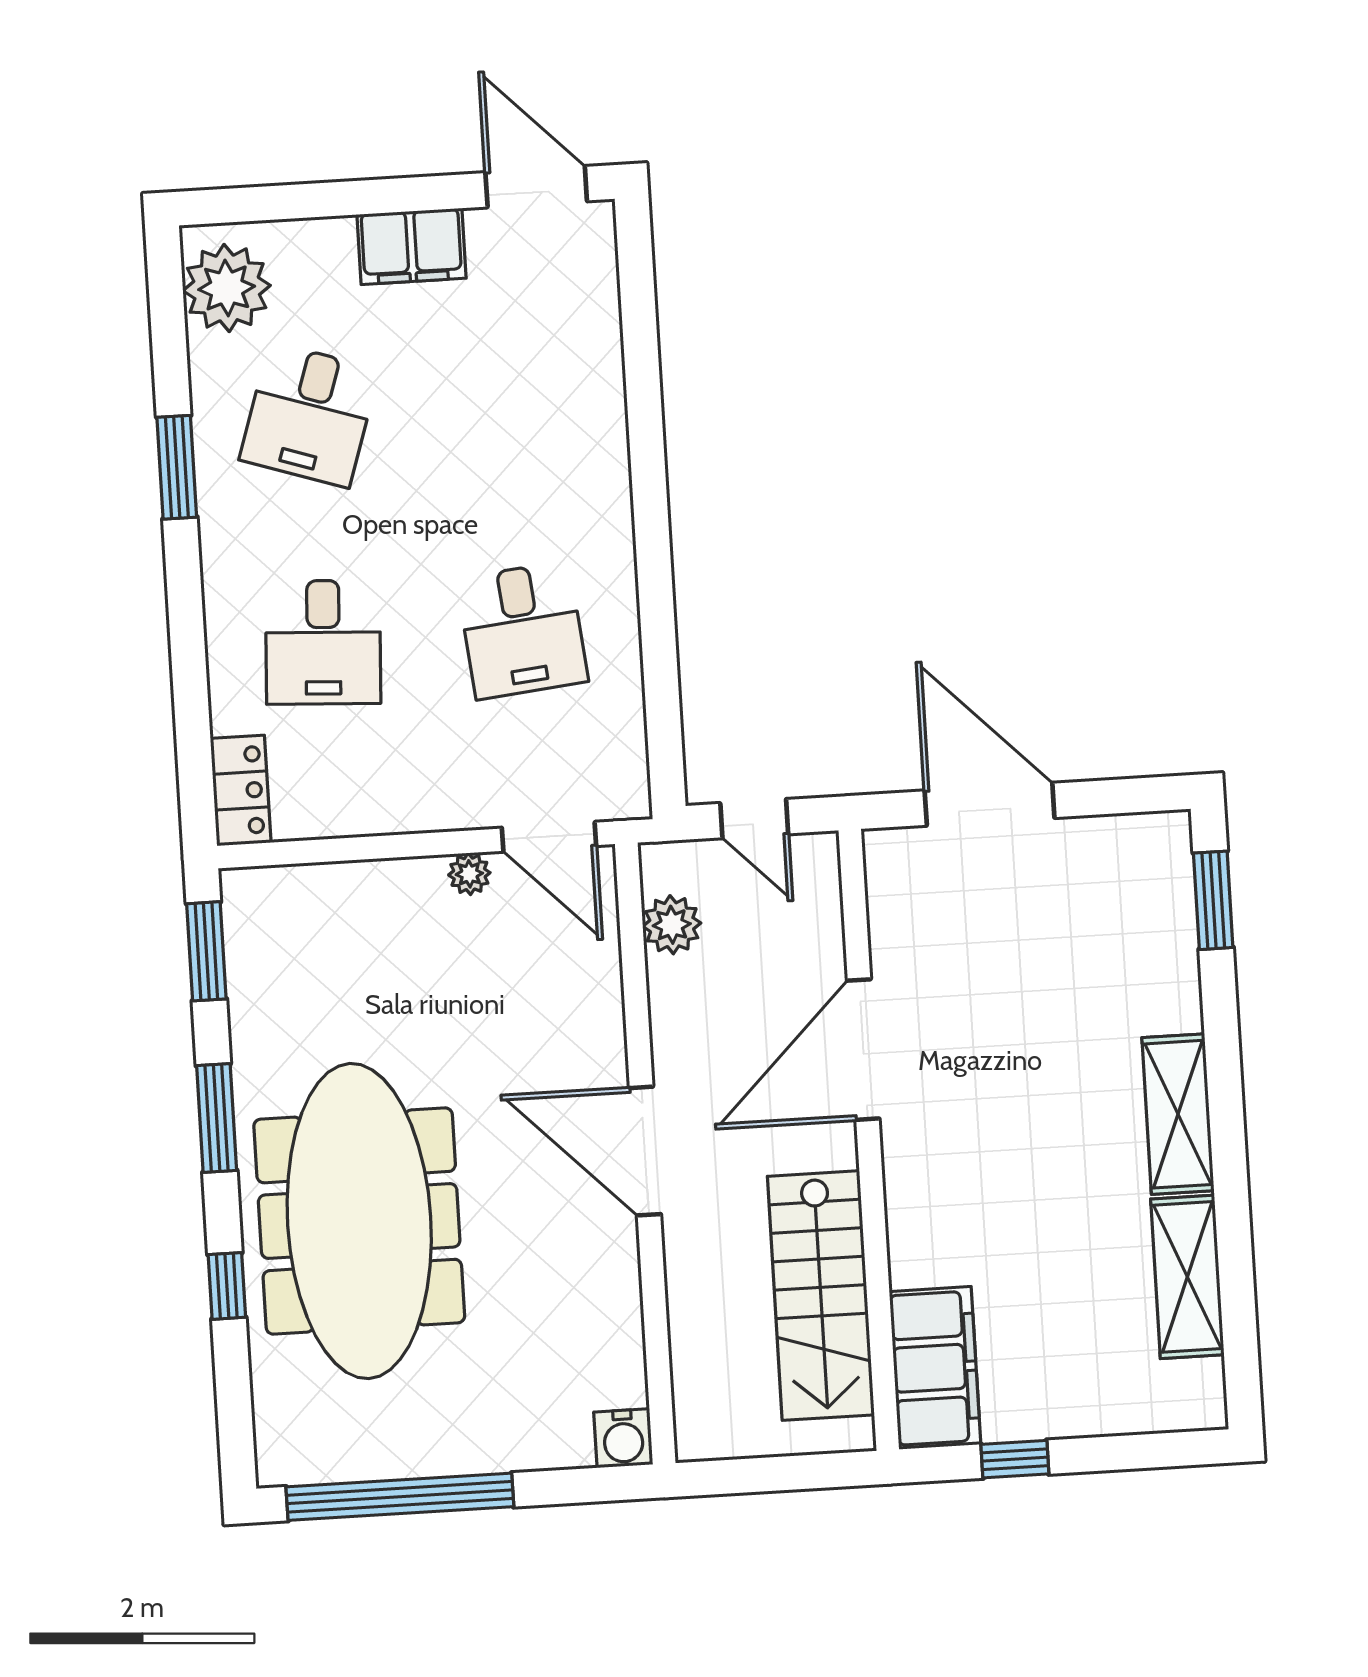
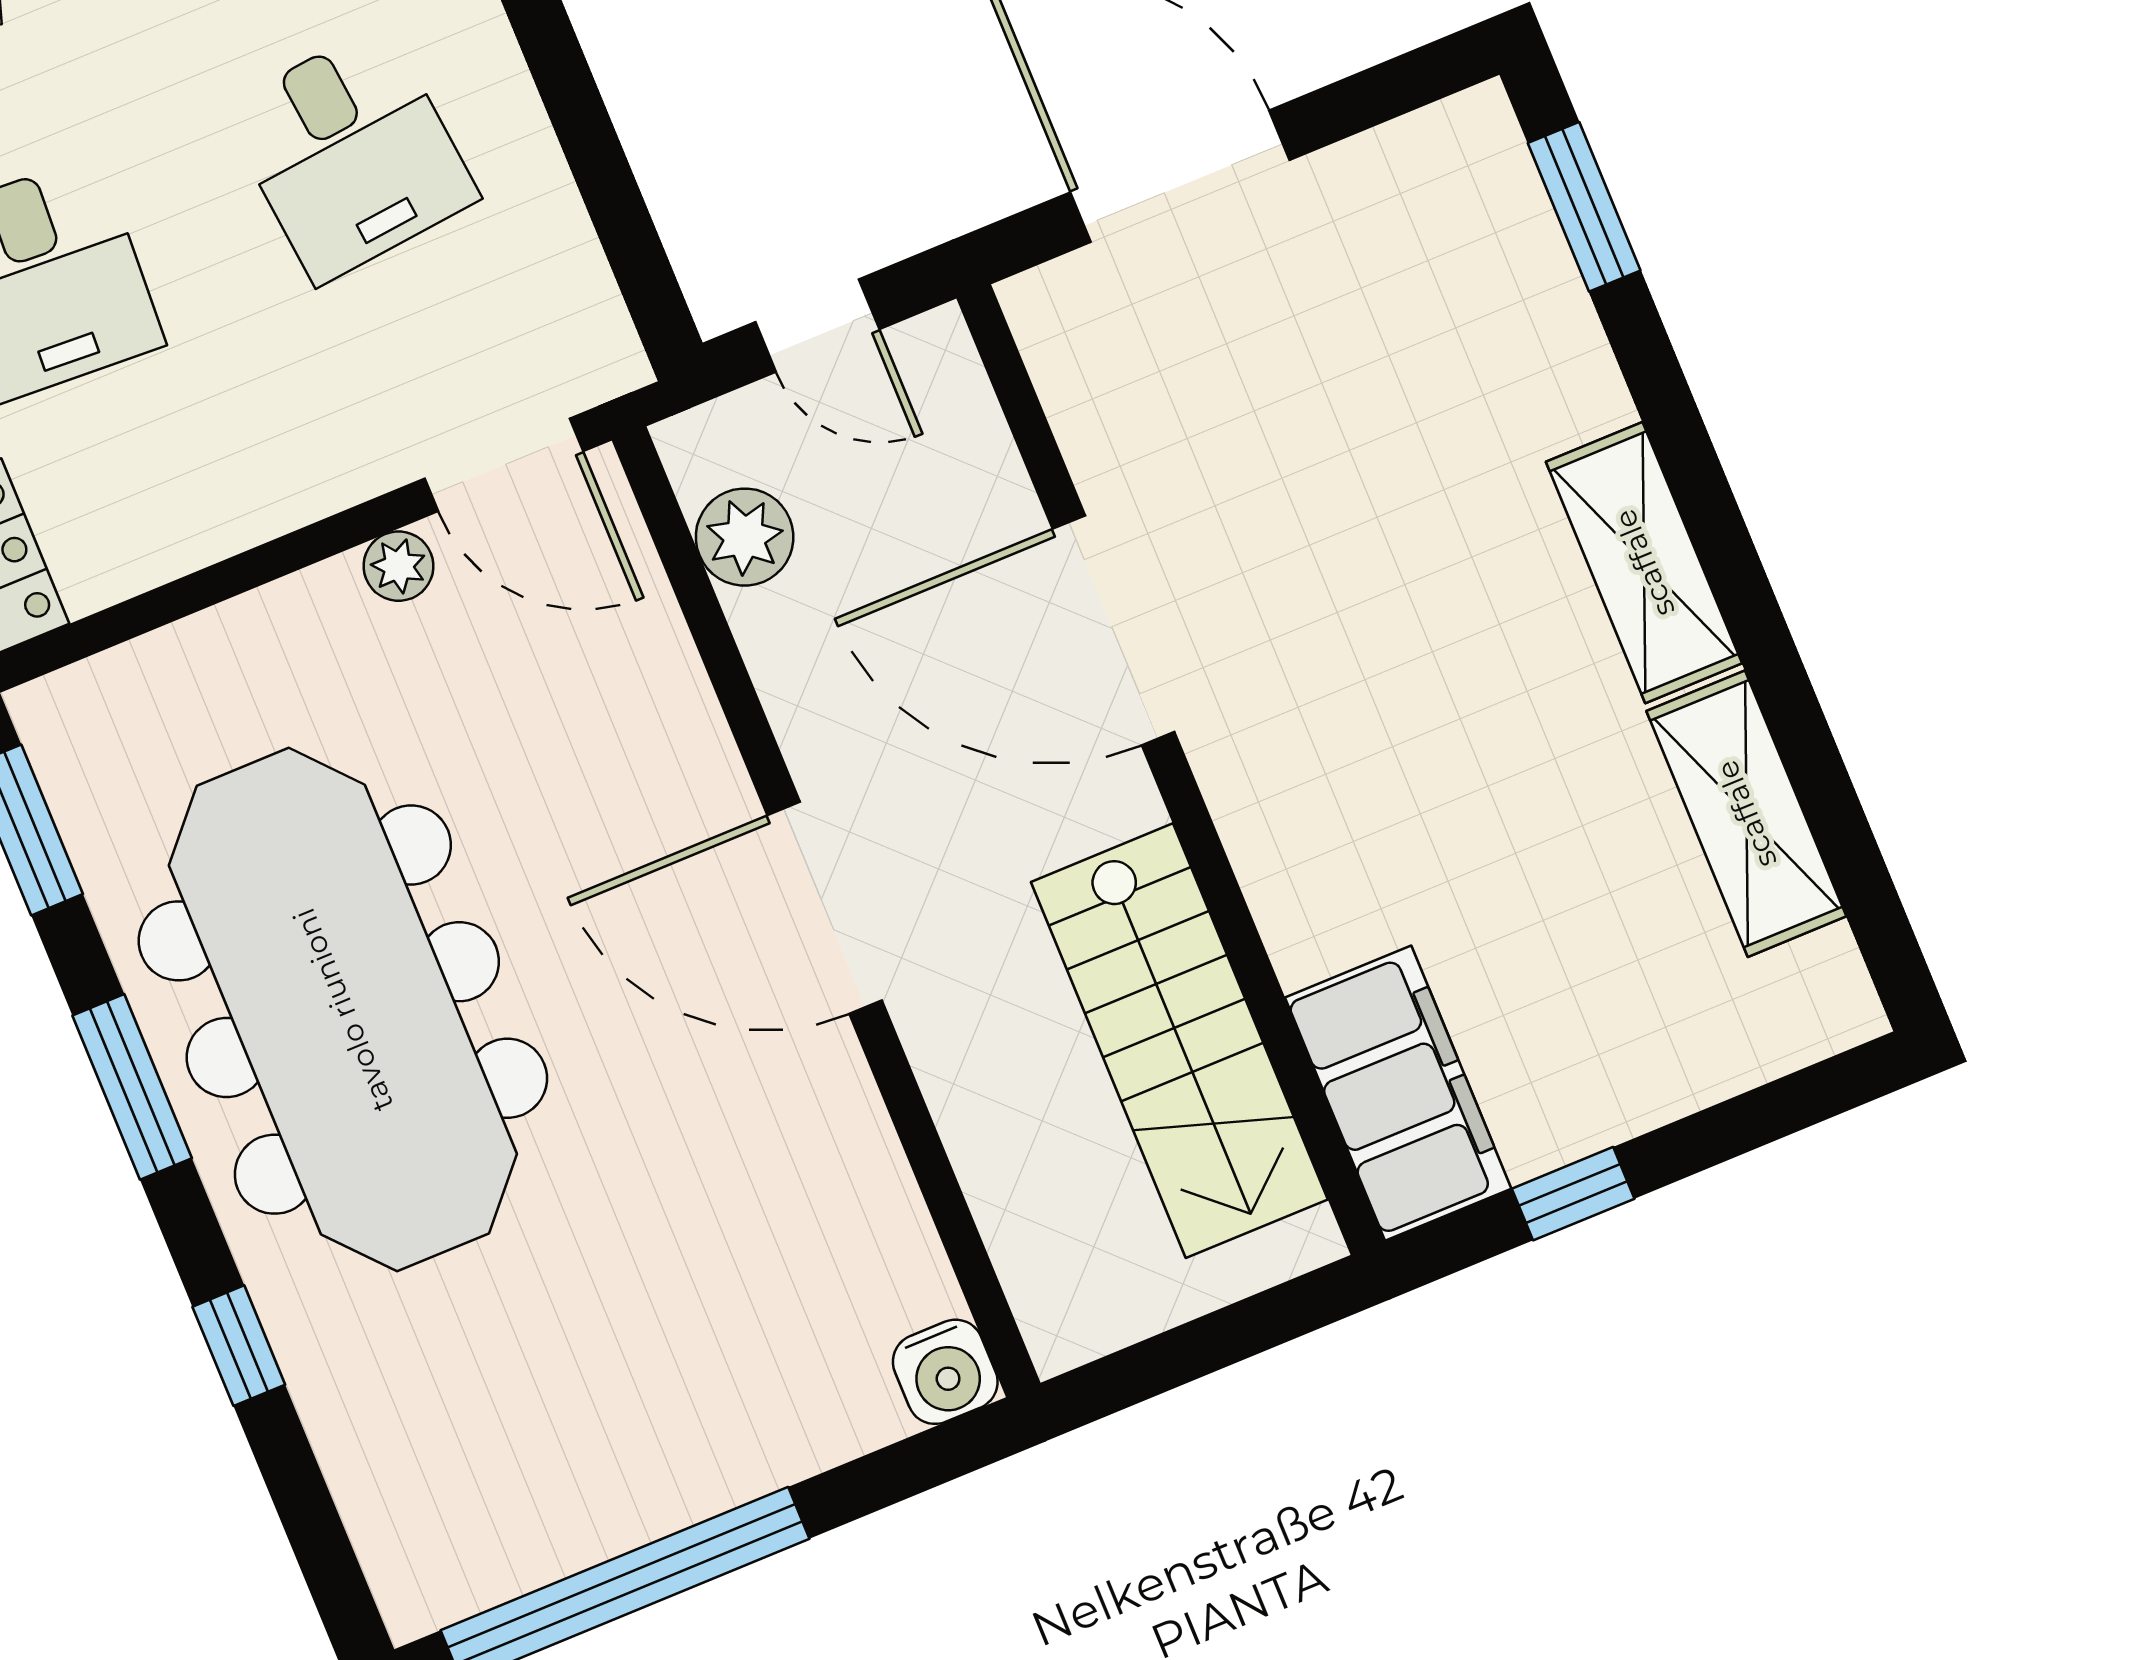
door: (863, 1050) -> (1113, 630), hinge flipped
meeting table: (359, 1221) -> (343, 1010), moved

